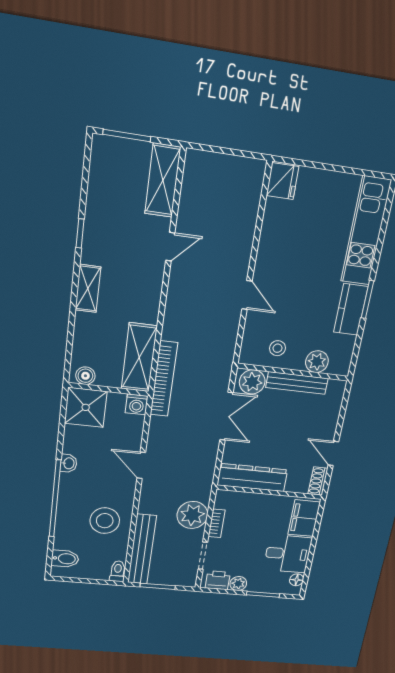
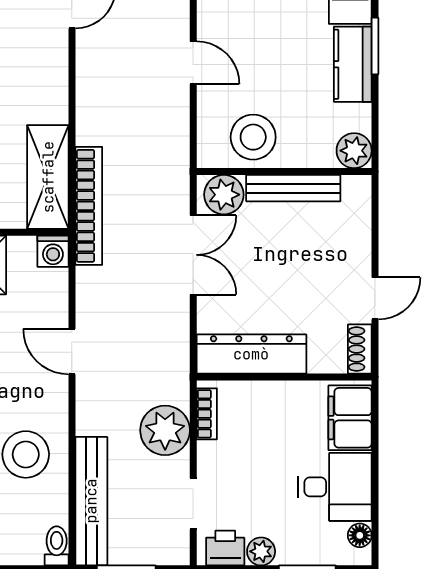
stool: (278, 348) -> (253, 137), width x1.89, depth x1.89
plant: (317, 362) -> (354, 151), moved
door: (333, 453) -> (375, 298), swing flipped
bookcase: (217, 523) -> (207, 414), moved

